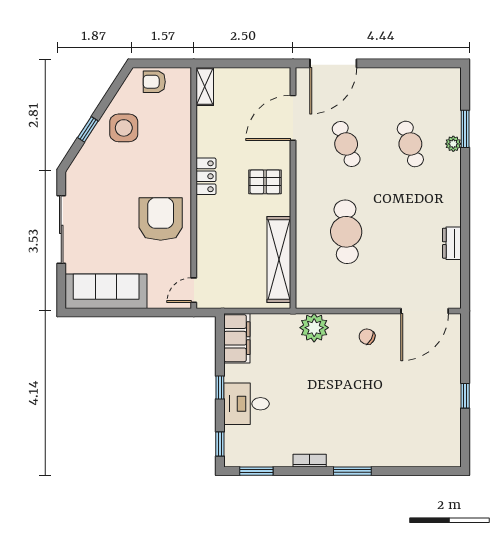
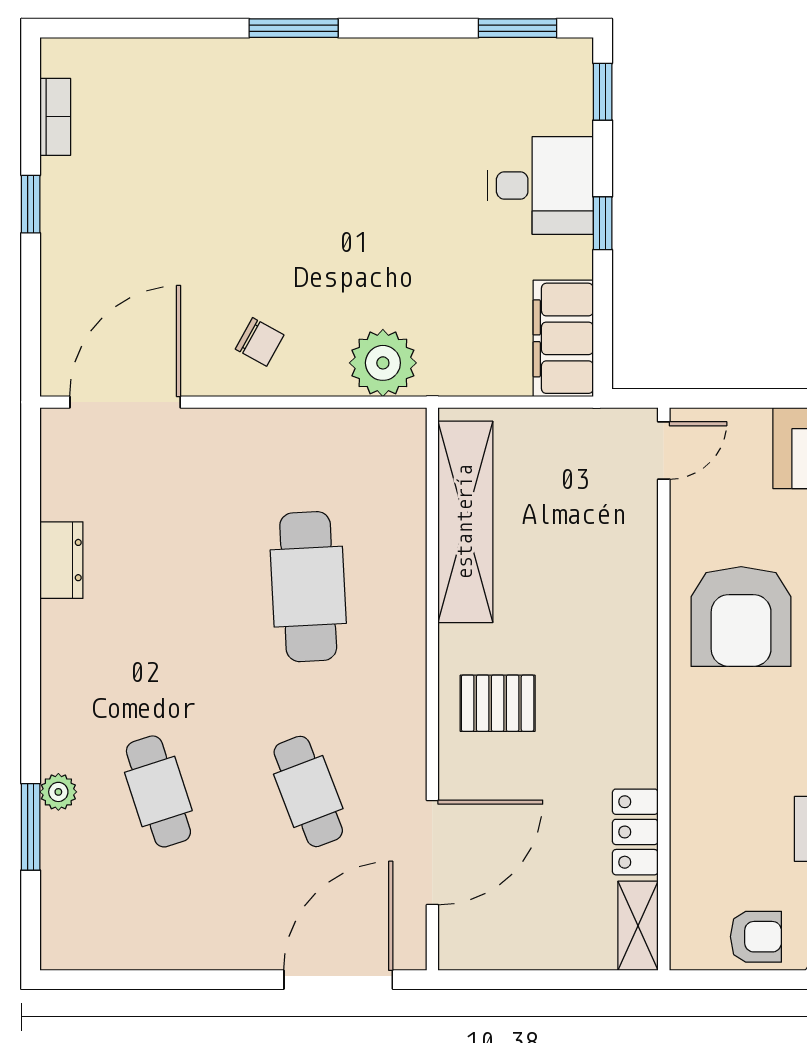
locker: (206, 176) -> (635, 832), moved
bookcase: (310, 461) -> (55, 117), moved, turned -90

